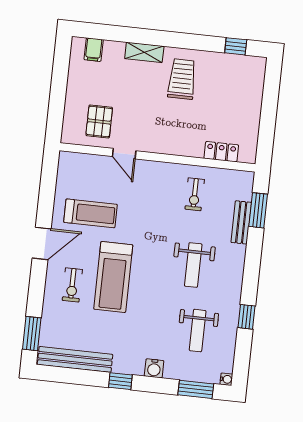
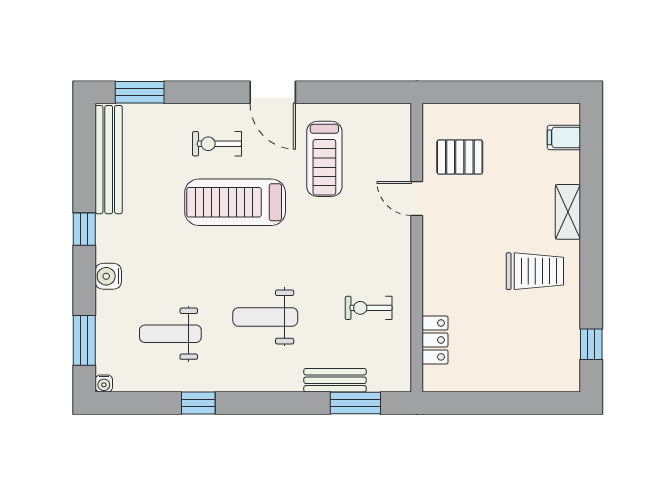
door: (124, 154) -> (417, 198), hinge flipped

